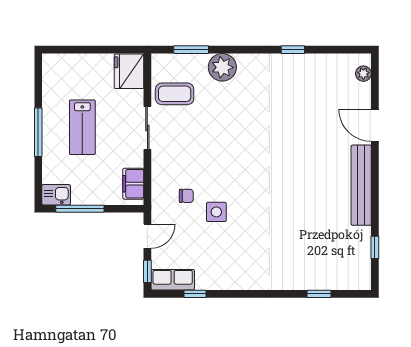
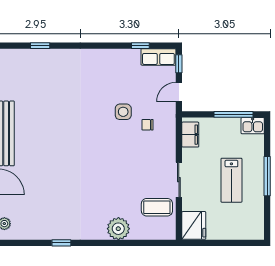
window: (191, 50) -> (144, 243), removed
lab bench: (82, 127) -> (231, 180), turned 180

